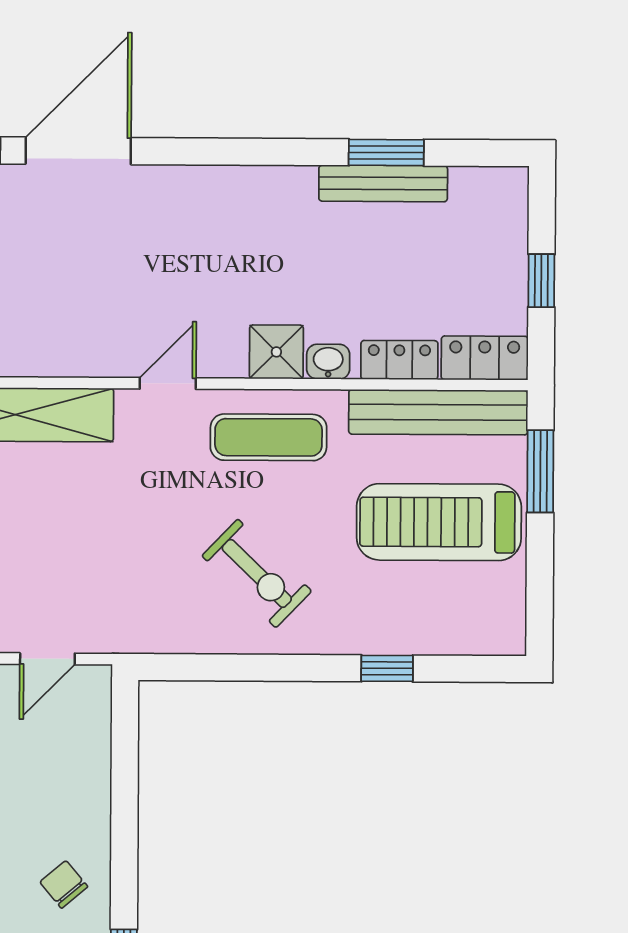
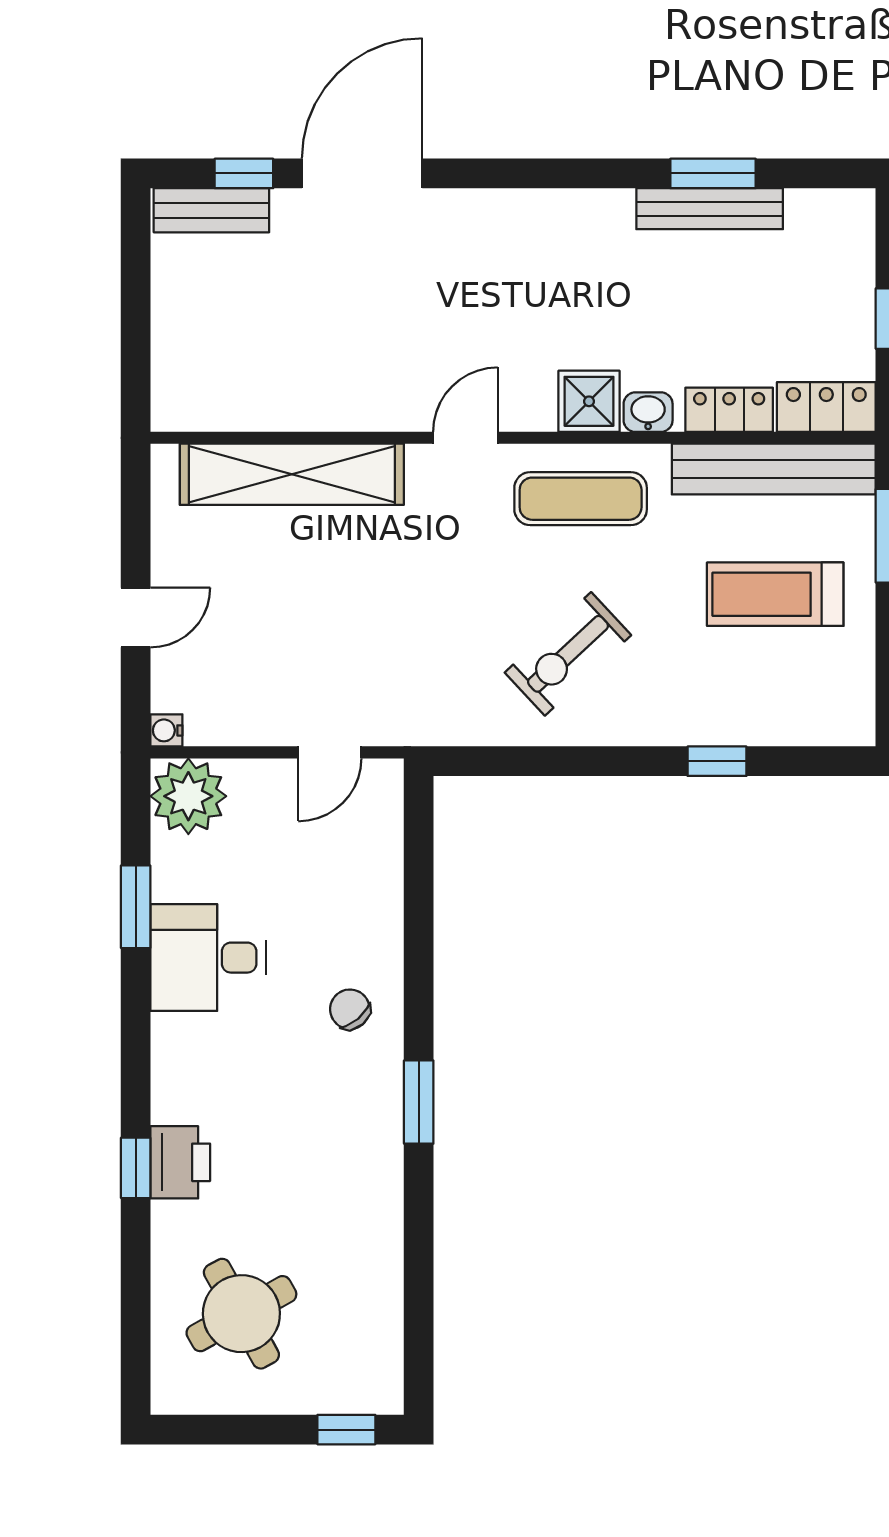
treadmill: (439, 522) -> (775, 594), width x0.73, depth x0.73
exercise bike: (257, 573) -> (568, 654), turned 93

